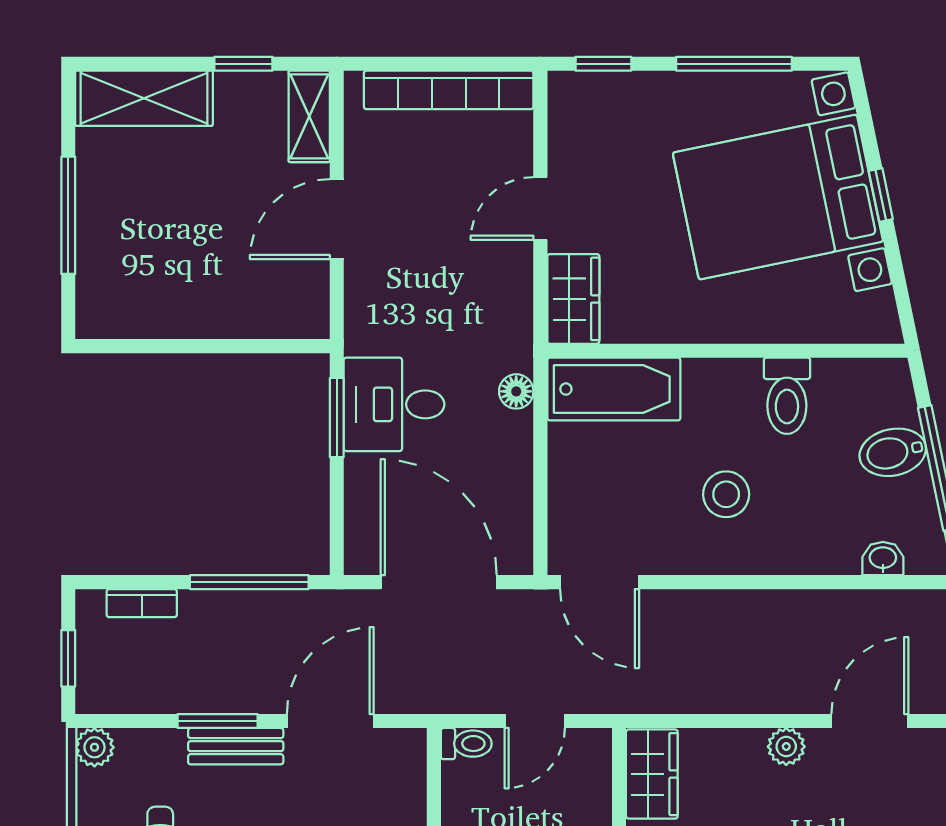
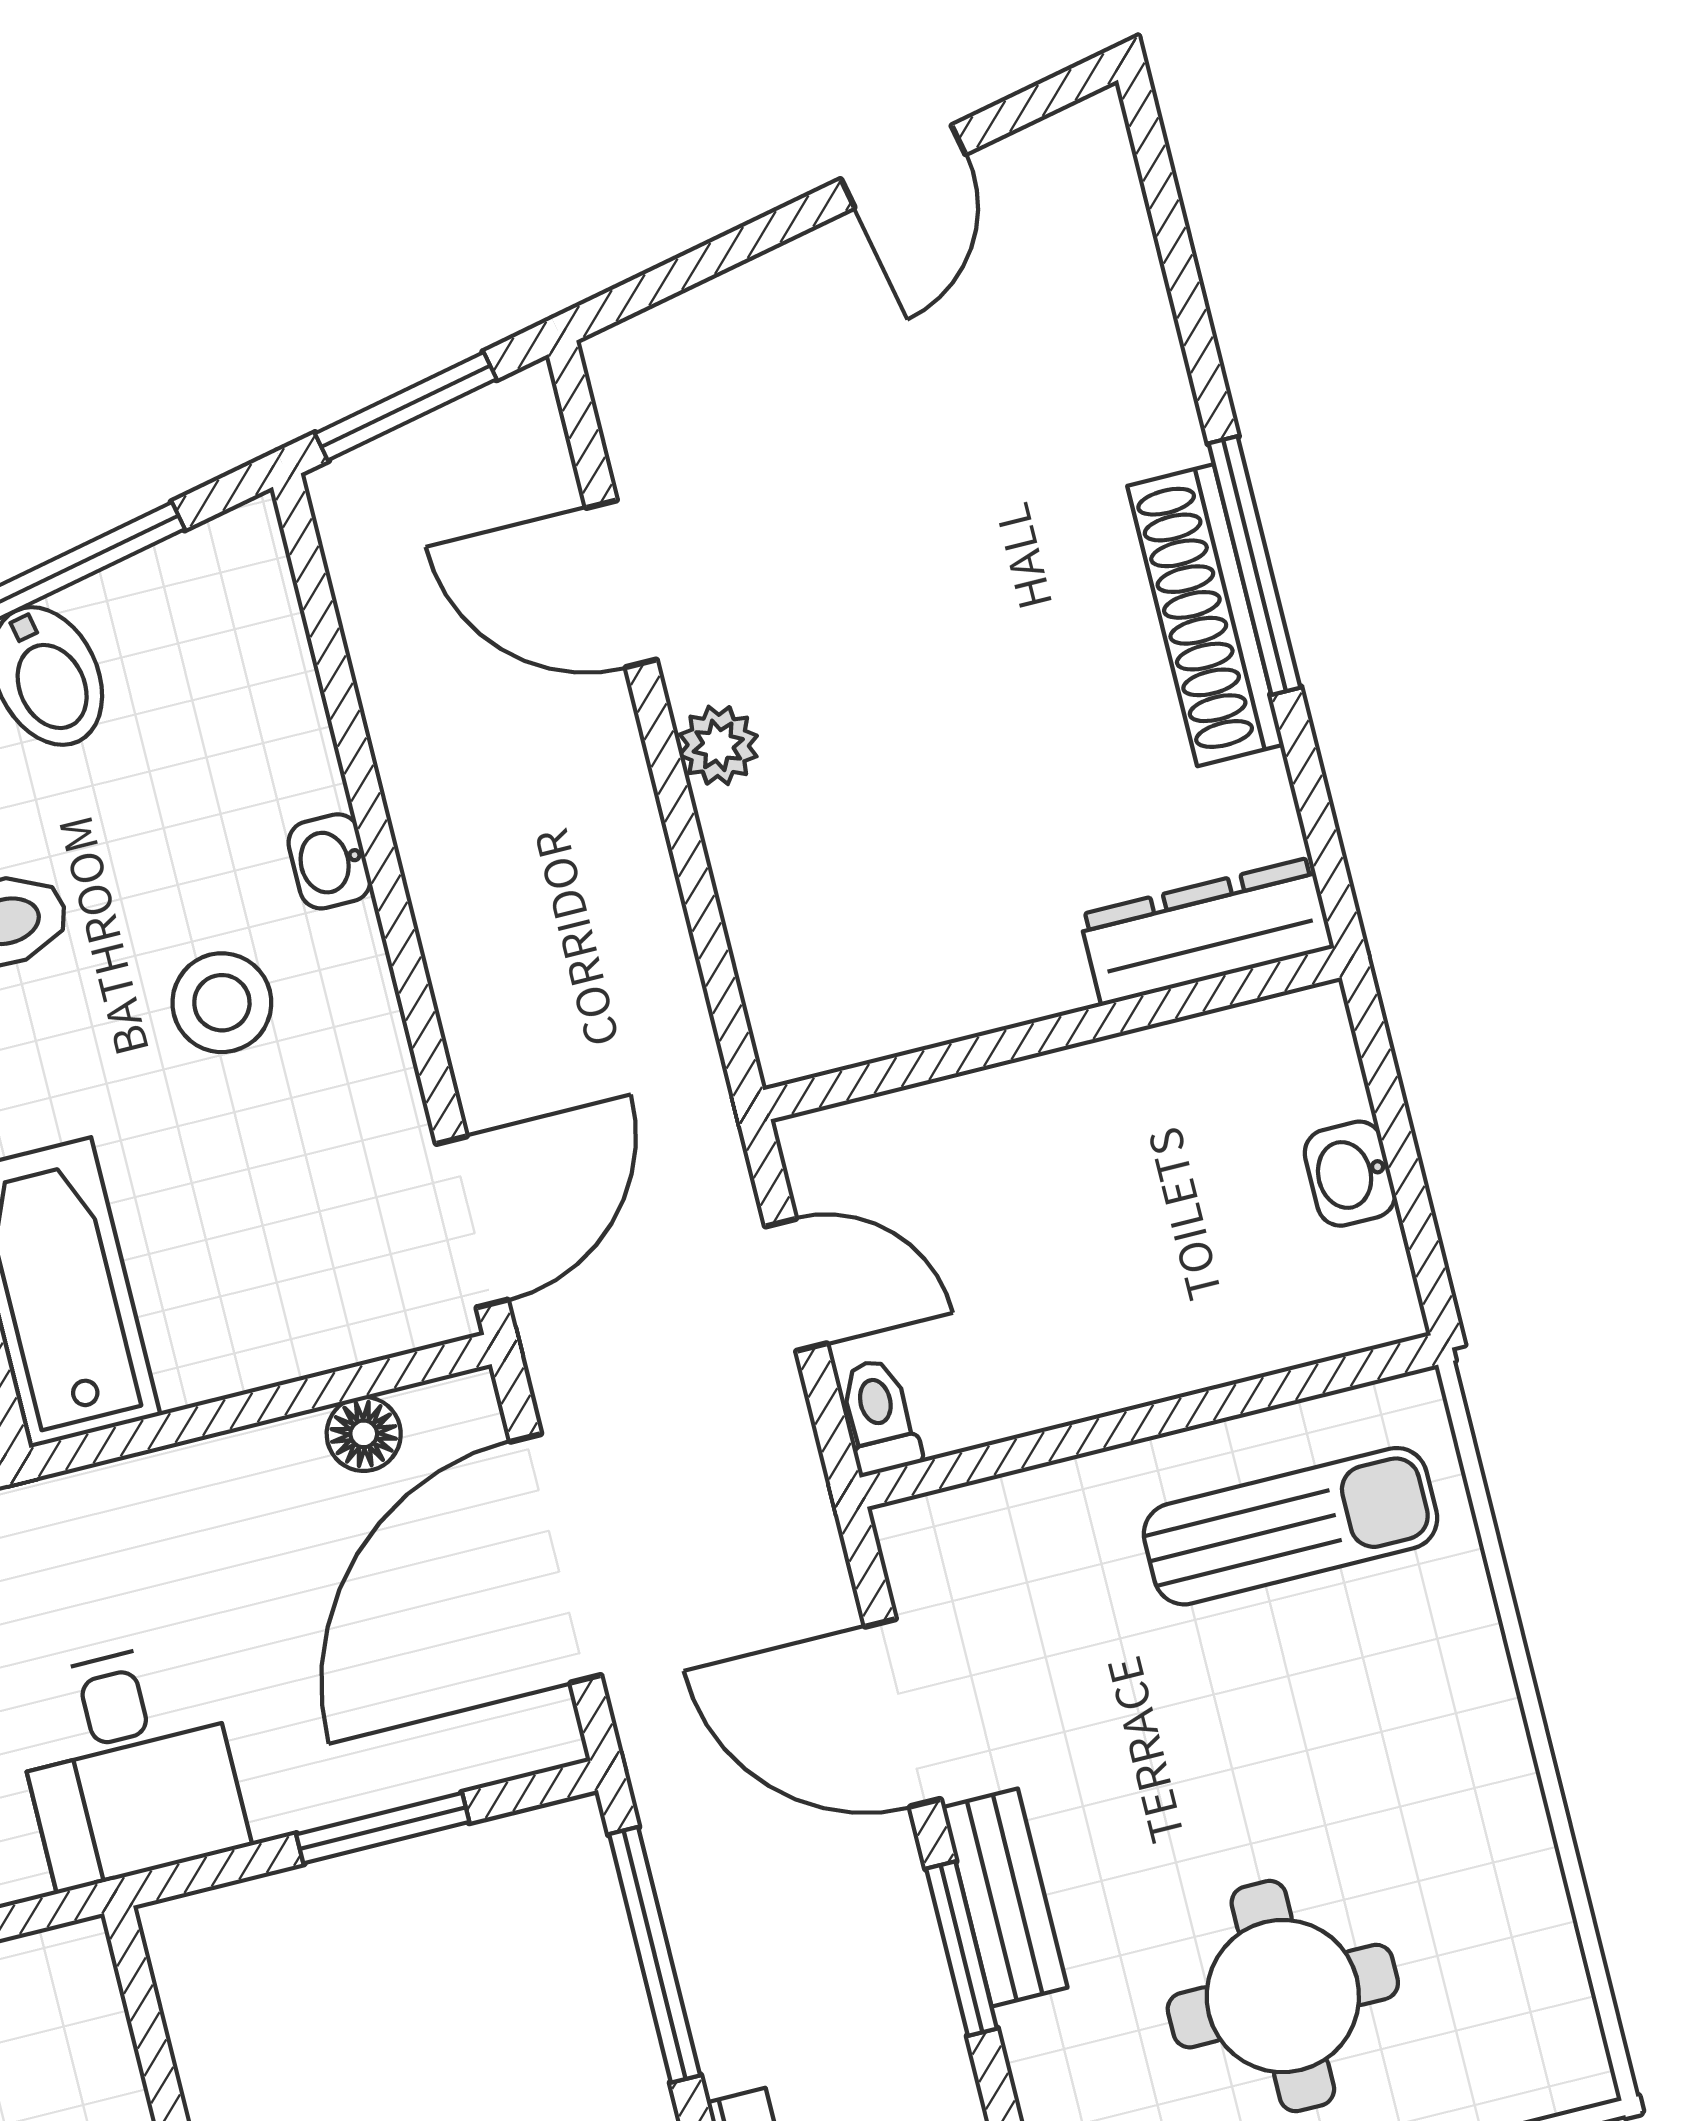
floor lamp: (516, 391) -> (364, 1434), moved
desk: (394, 404) -> (128, 1764), moved
window: (337, 418) -> (383, 1828), moved
washbasin: (883, 559) -> (330, 861), moved
wardrobe: (652, 774) -> (846, 1012), removed

